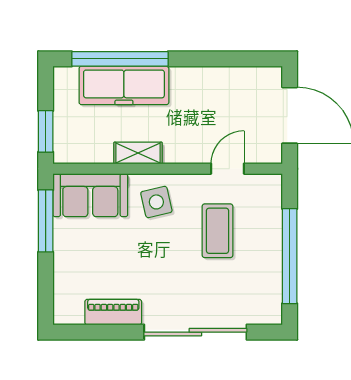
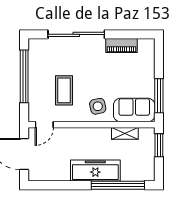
freezer: (124, 85) -> (95, 171), moved
shelving: (138, 153) -> (125, 133), moved
door: (227, 169) -> (44, 125), moved

